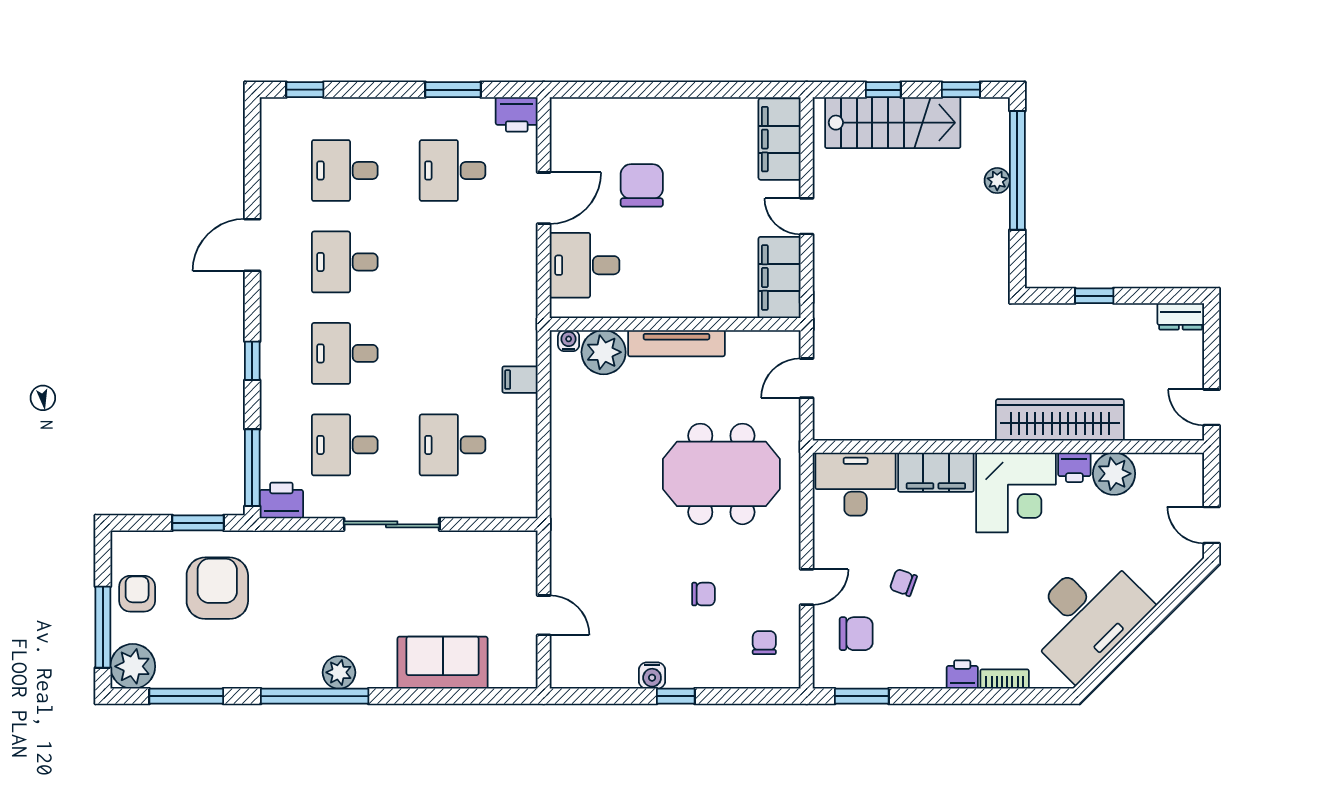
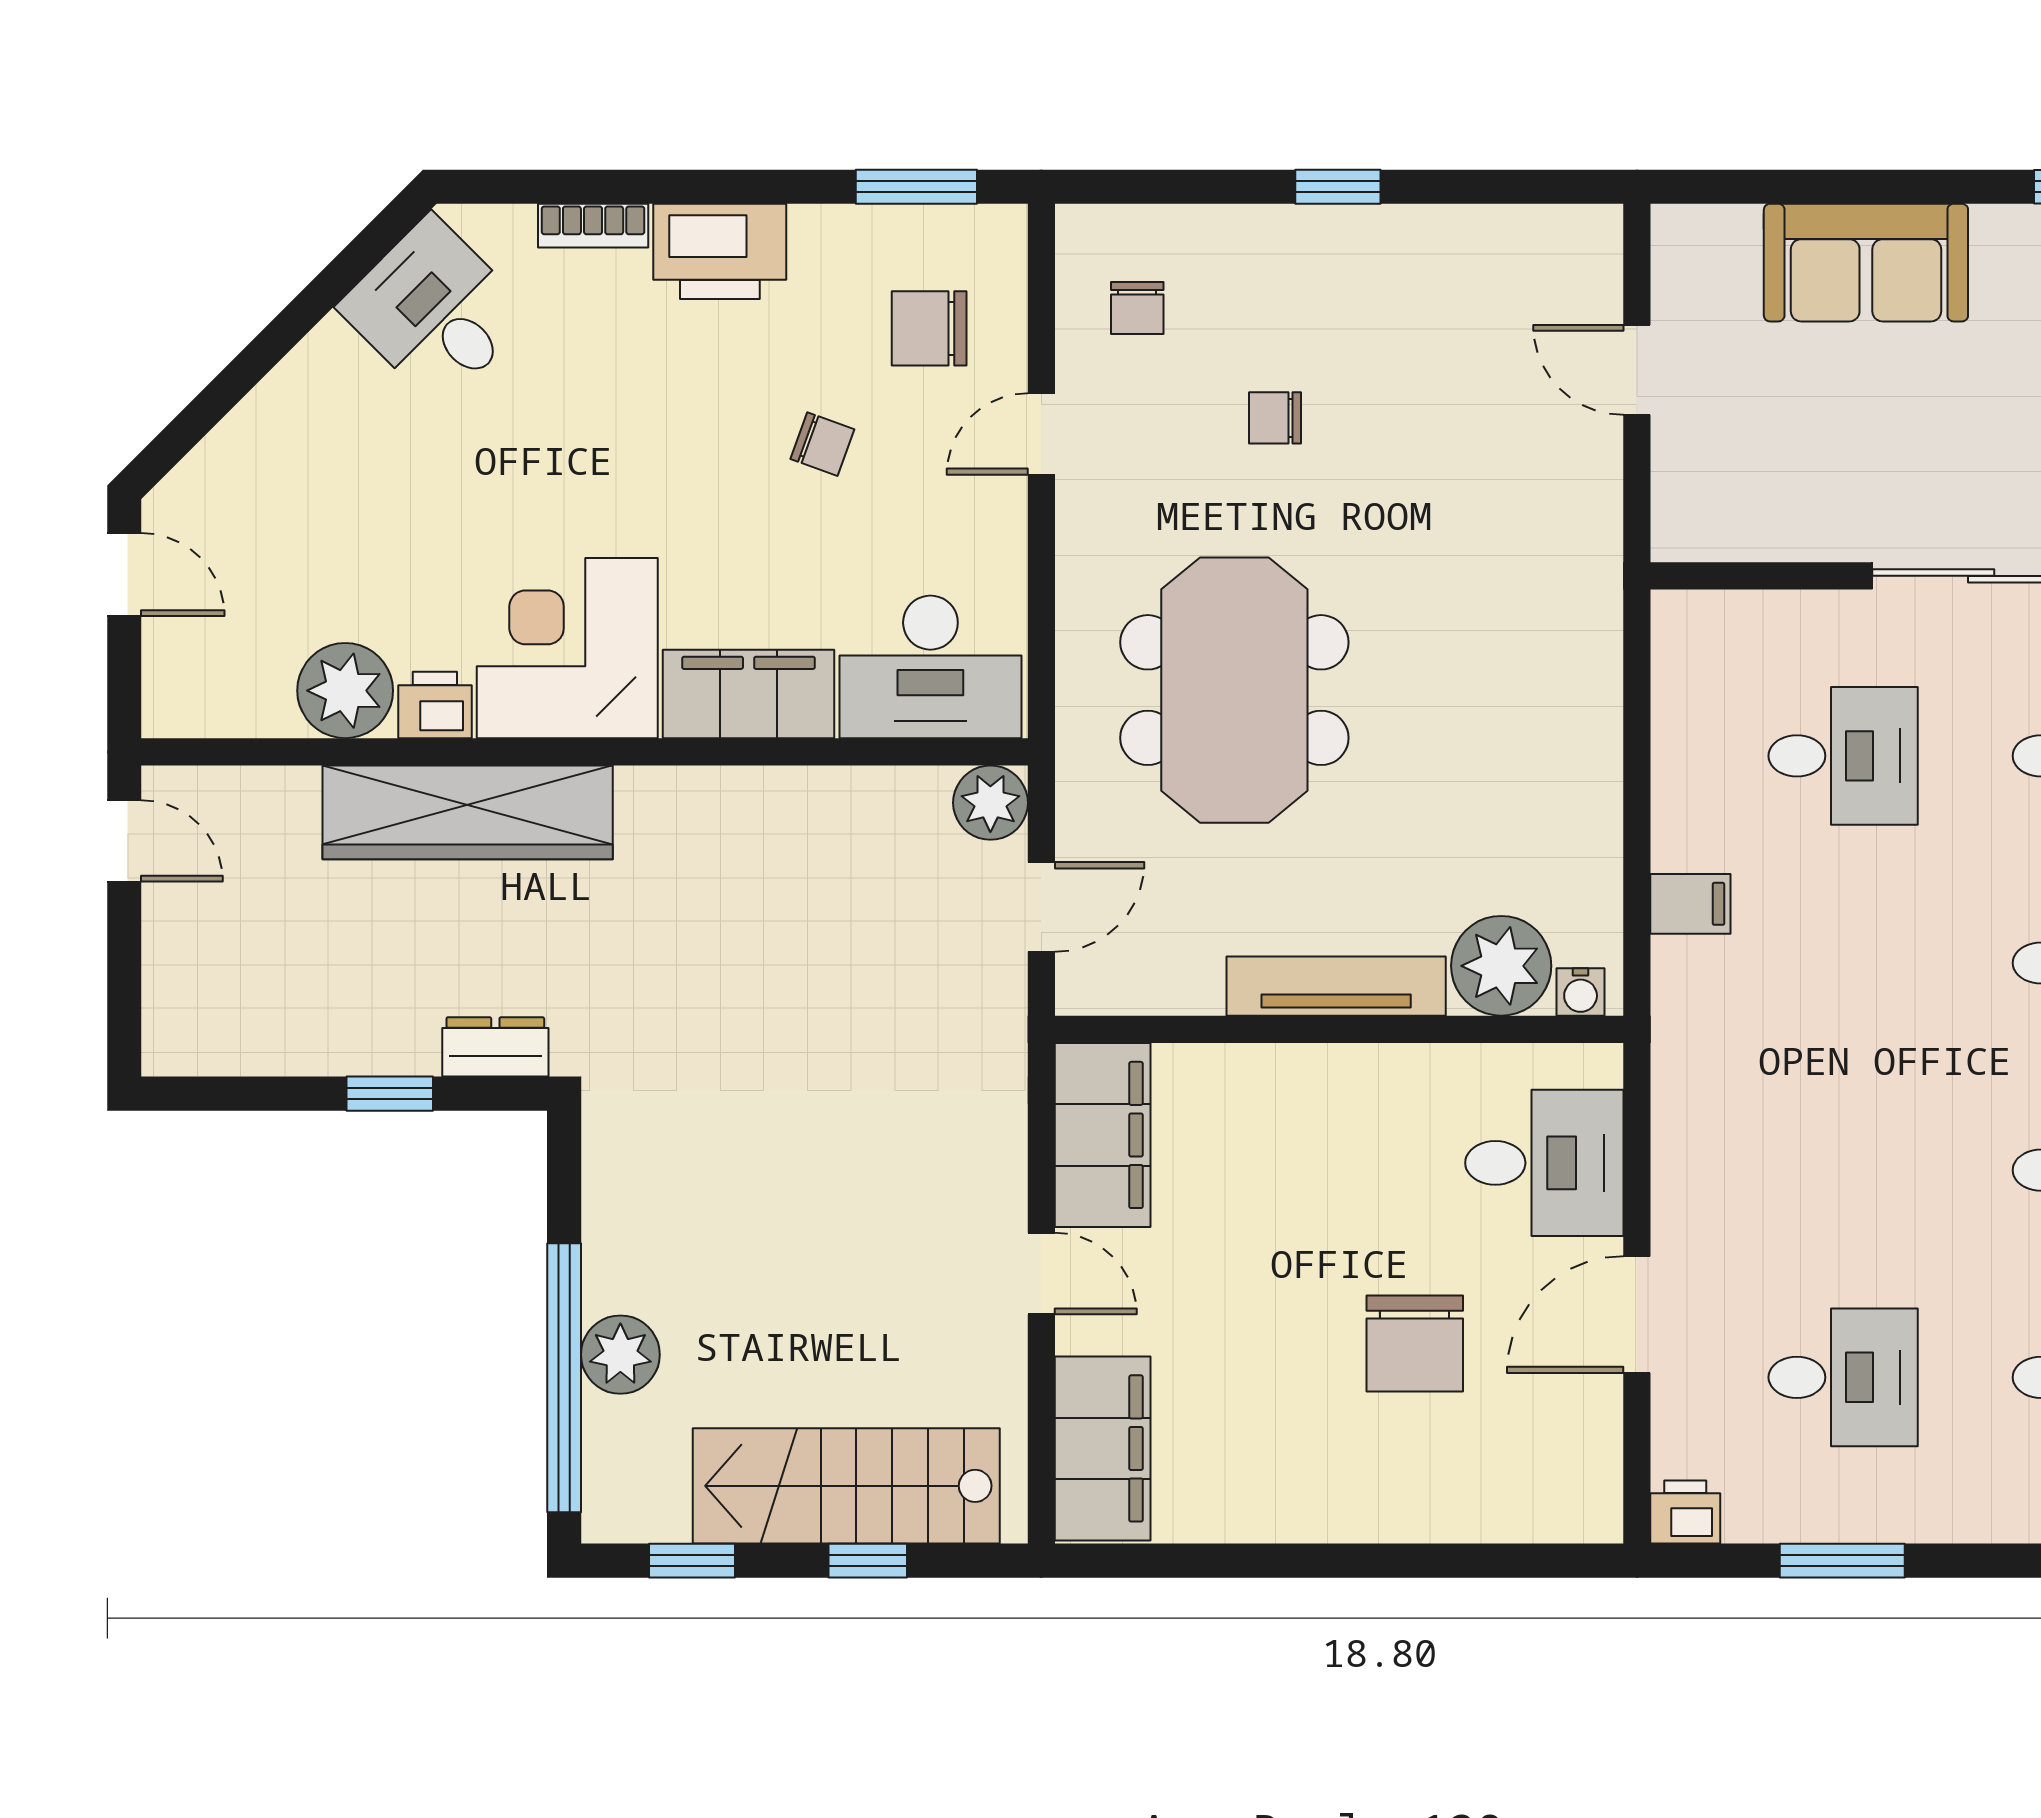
printer: (517, 114) -> (1685, 1512), width x0.73, depth x0.81
plant: (997, 181) -> (620, 1355), width x1.38, depth x1.38
dresser: (1181, 316) -> (495, 1047), moved
plant: (829, 424) -> (990, 803), added
meeting table: (721, 474) -> (1234, 690), turned 90
desk: (1086, 615) -> (435, 311), width x0.53, depth x0.77
printer: (962, 674) -> (720, 251), width x1.87, depth x1.48
water cooler: (652, 676) -> (1391, 233), removed

